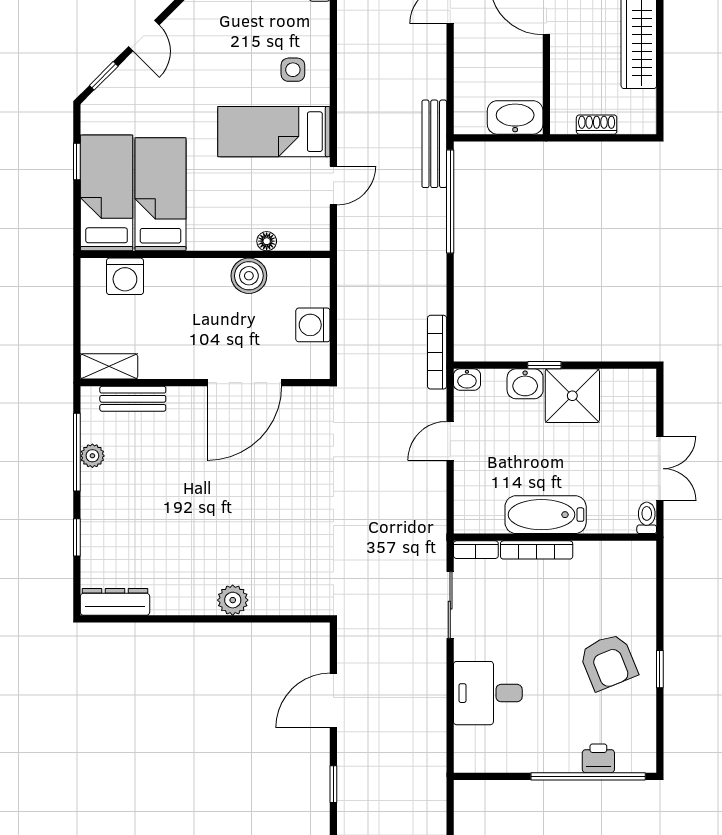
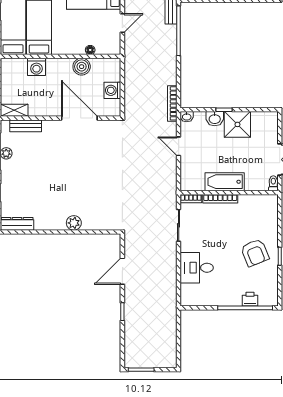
washing machine: (125, 276) -> (36, 67), moved
door: (244, 383) -> (79, 118), swing flipped
door: (450, 441) -> (179, 146), hinge flipped

